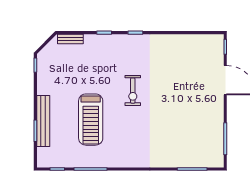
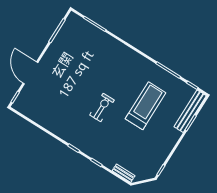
bench: (43, 121) -> (190, 111), moved

